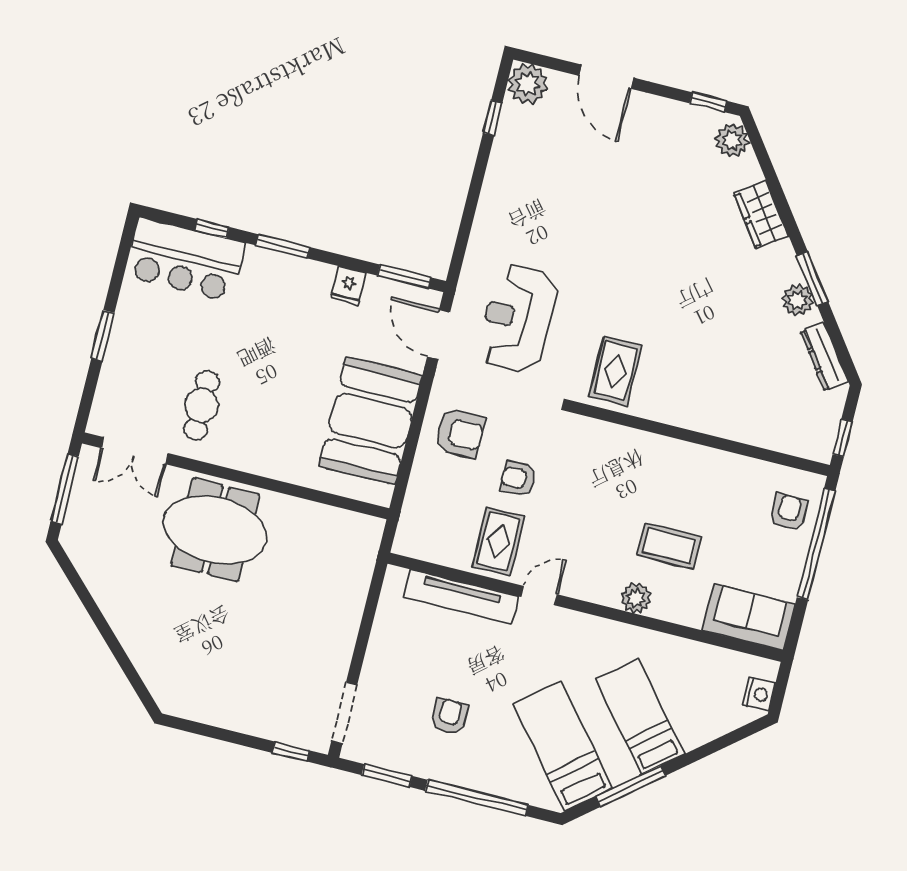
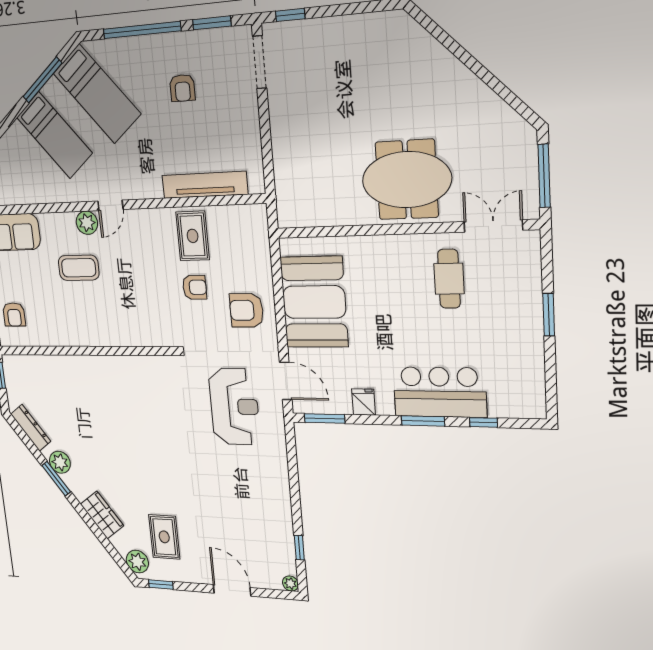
plant: (528, 84) -> (290, 583), width x0.53, depth x0.53
bar counter: (185, 259) -> (440, 392), moved
rug: (615, 371) -> (164, 537), moved
door: (539, 596) -> (110, 205), moved

